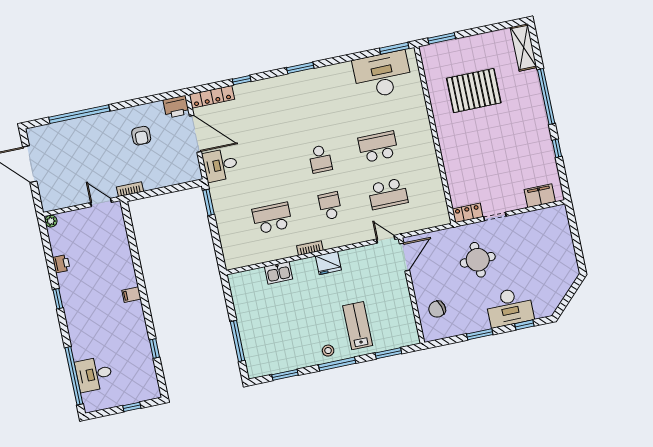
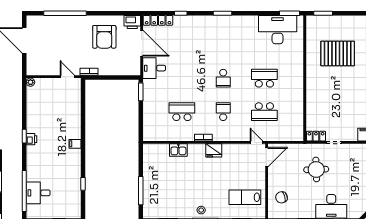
armchair: (141, 136) -> (104, 37), width x1.88, depth x1.88
printer: (61, 264) -> (31, 139), moved
lab bench: (358, 326) -> (245, 197), moved, turned -90

